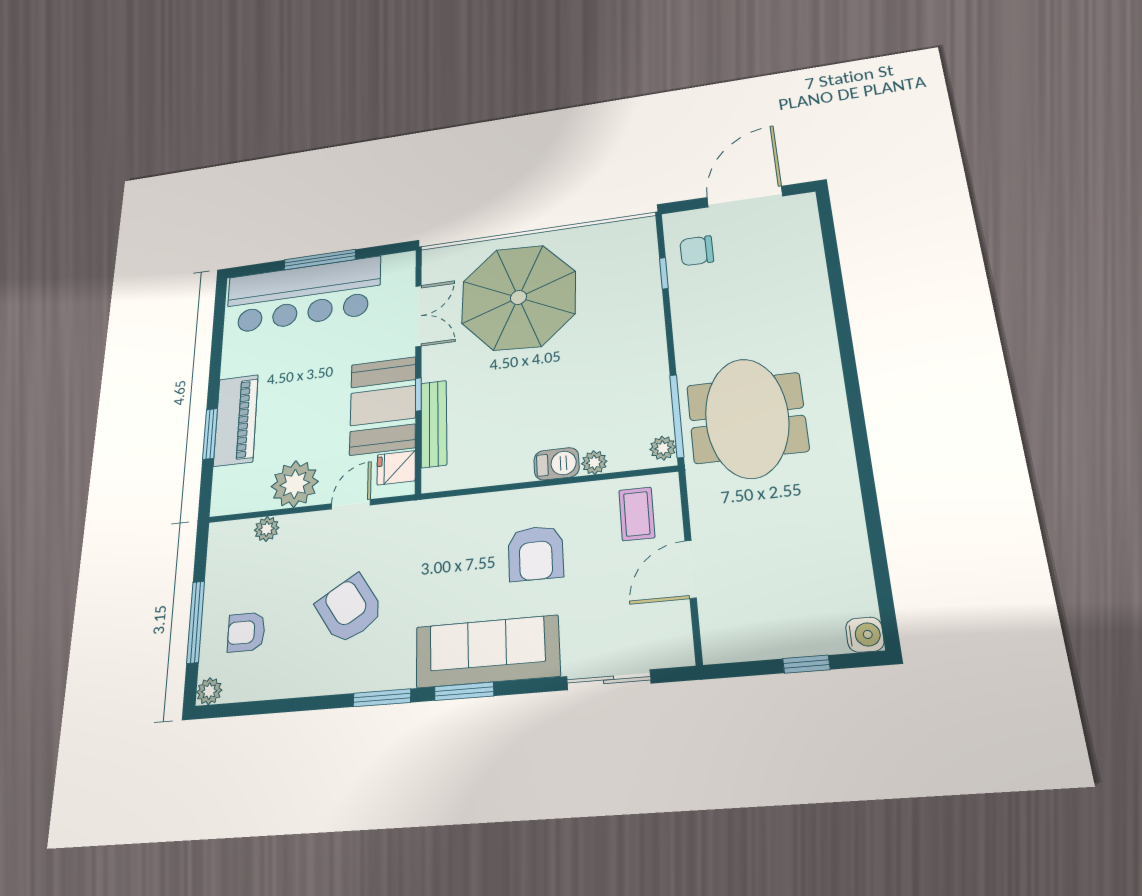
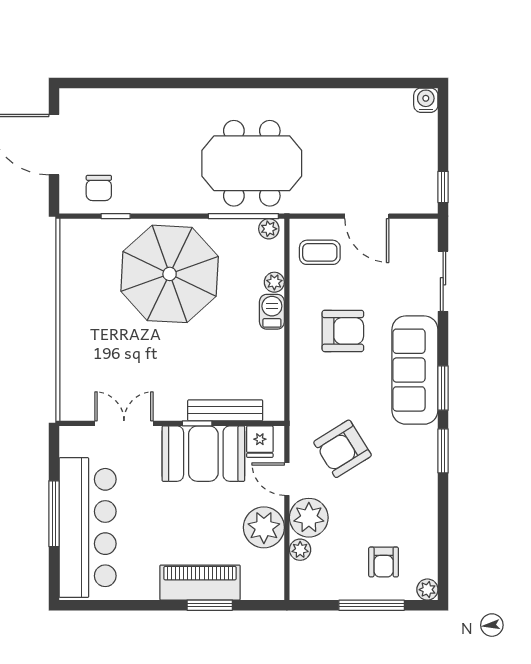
parasol: (518, 297) -> (170, 274), moved
plant: (304, 535) -> (309, 518), added
armchair: (350, 609) -> (343, 449), moved
window: (806, 664) -> (443, 187), moved

